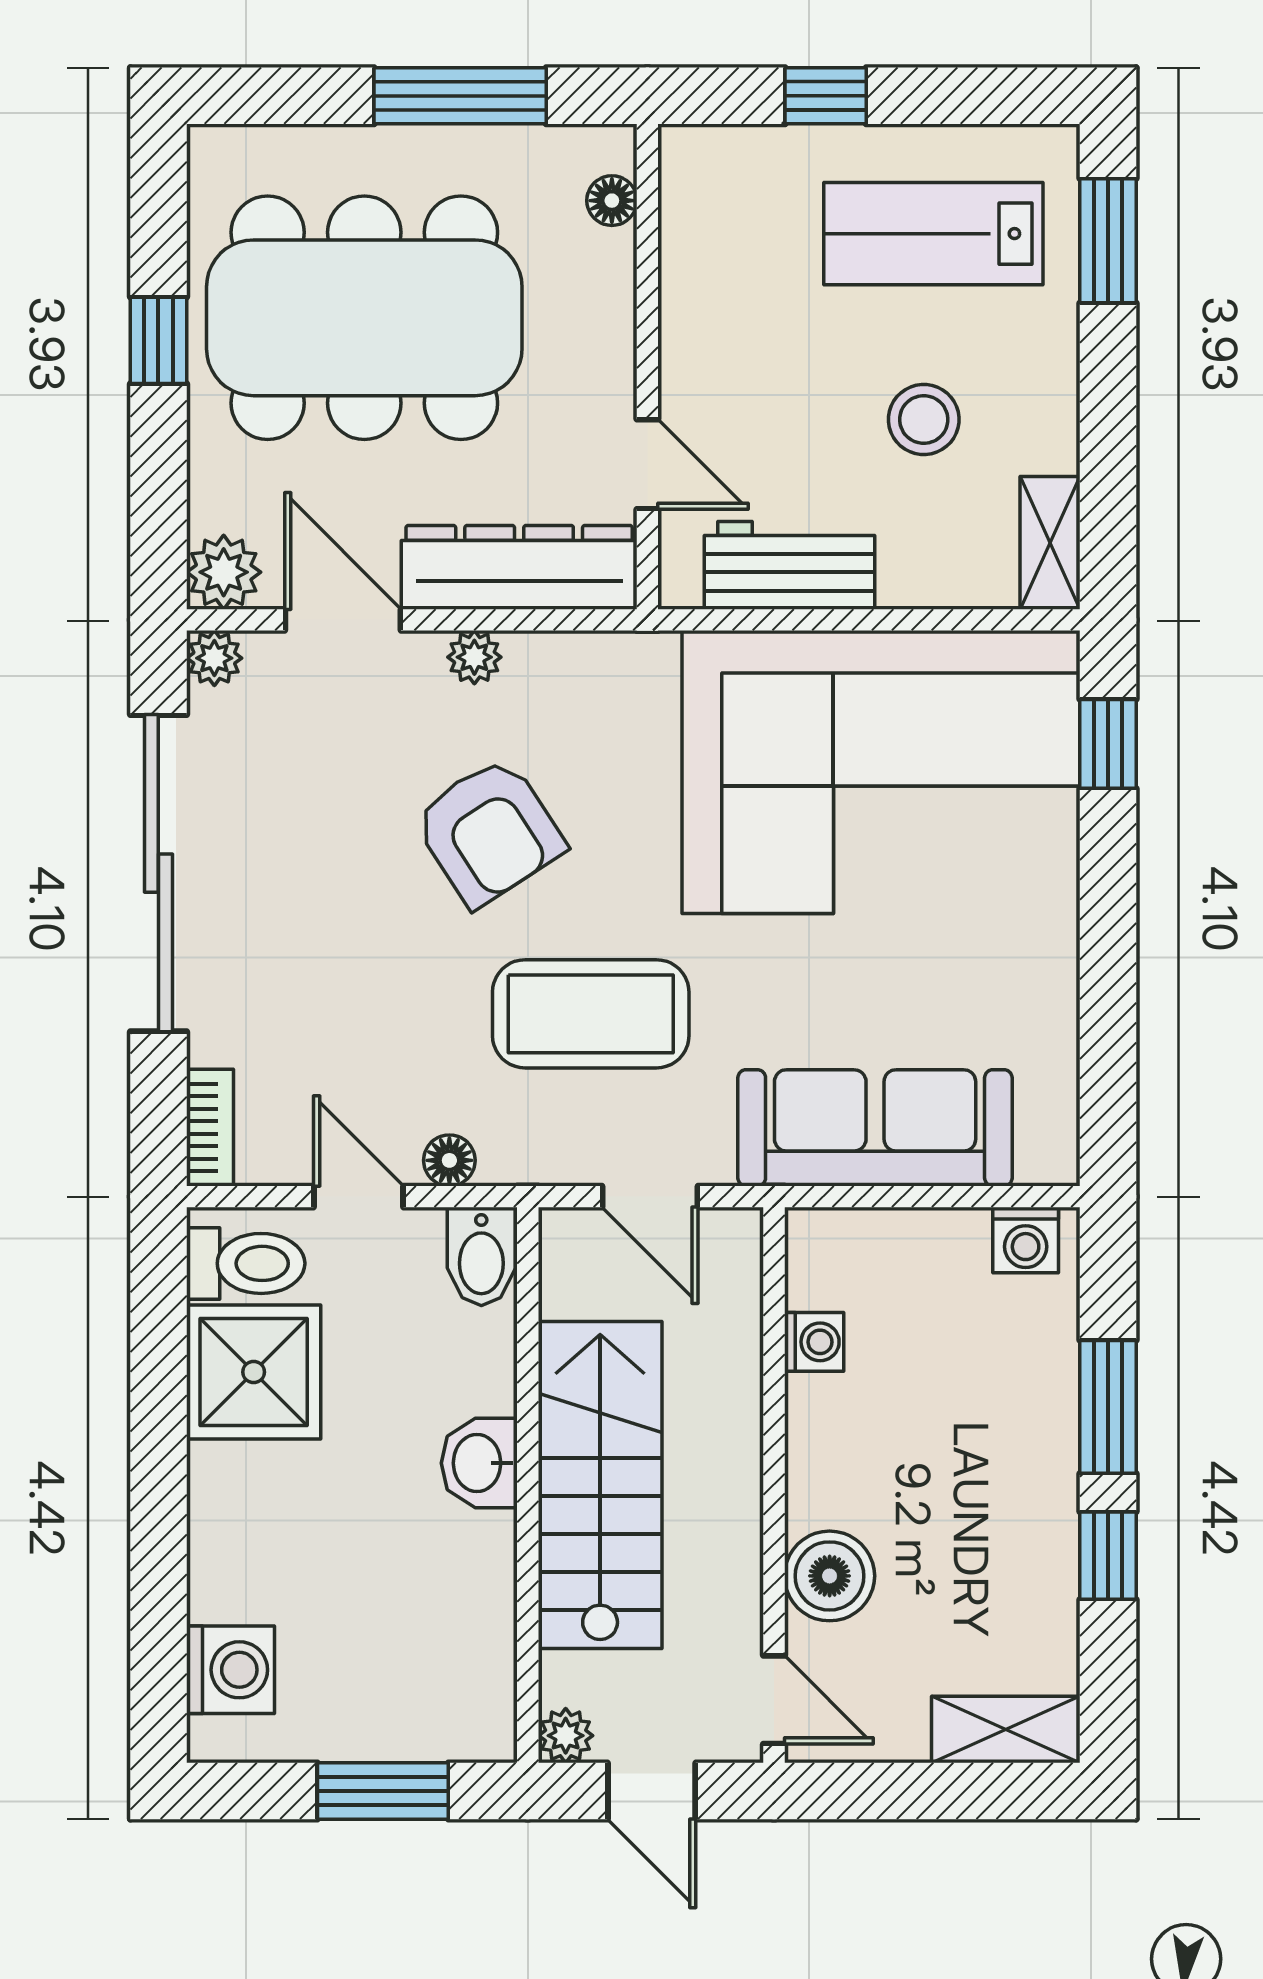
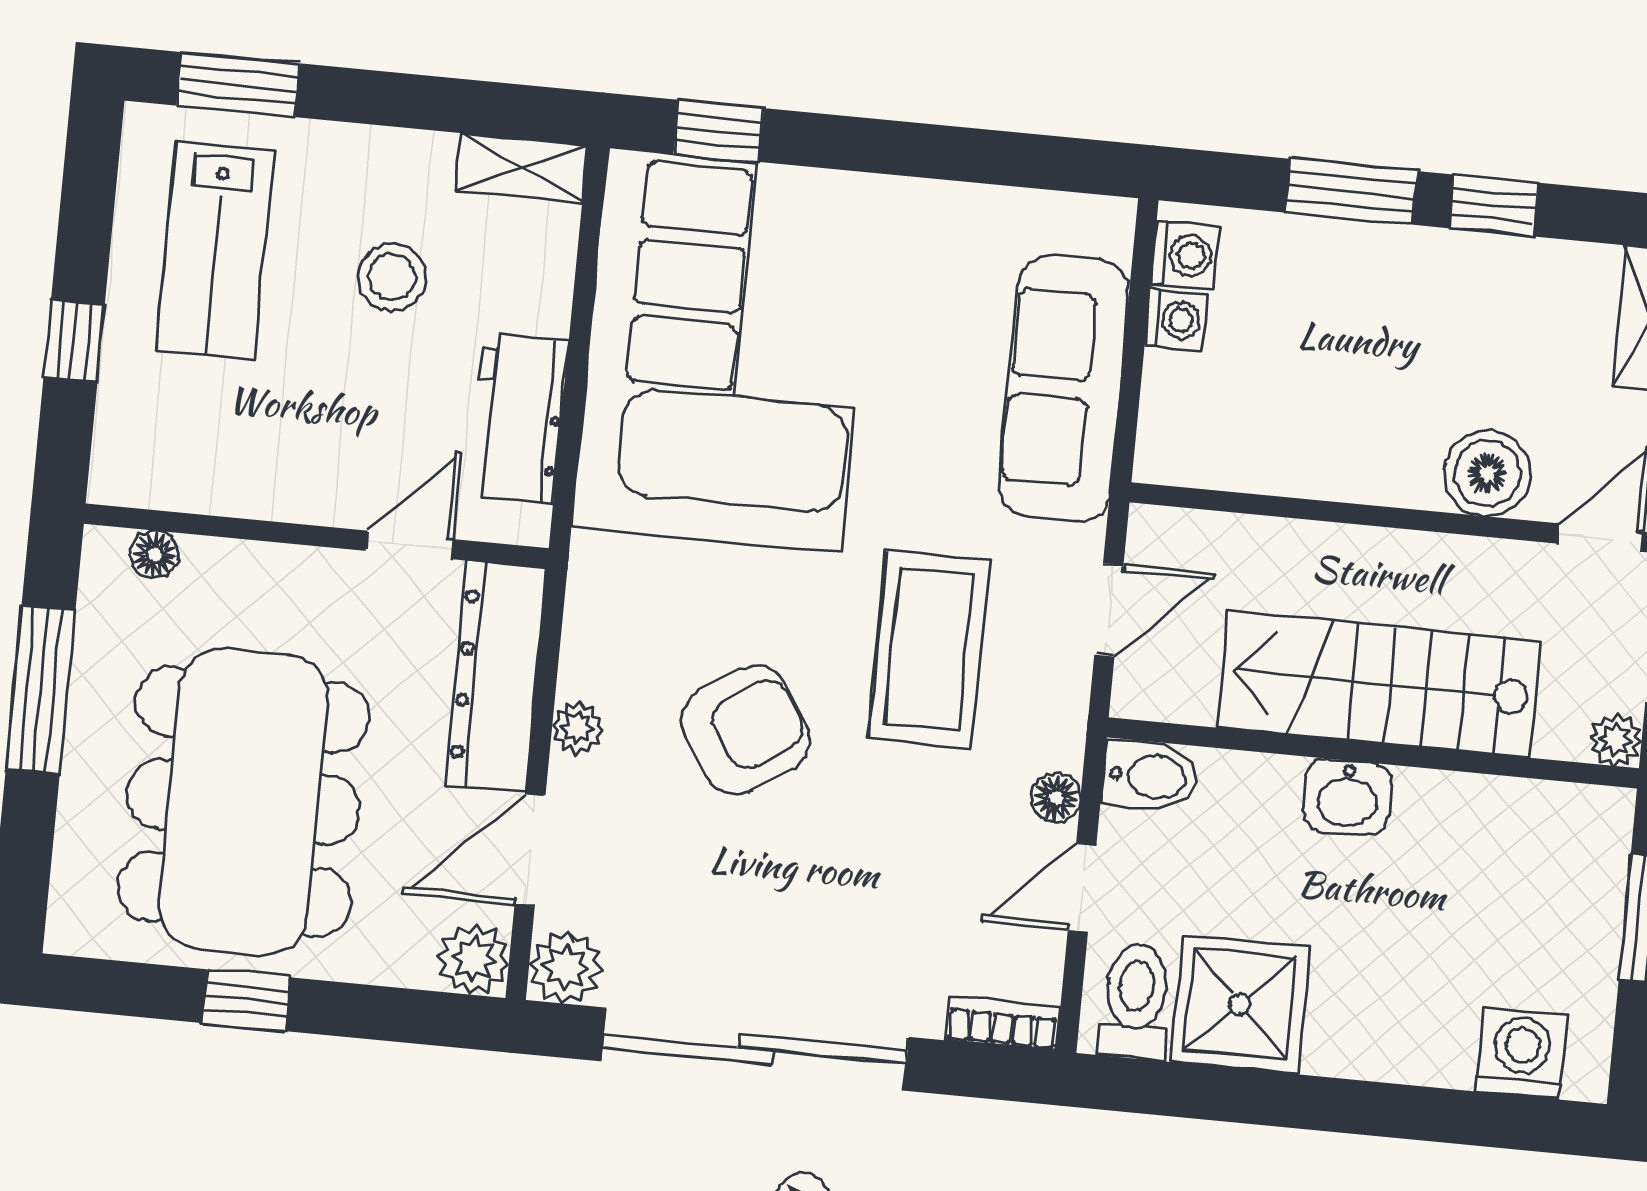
plant: (214, 658) -> (565, 967), width x1.38, depth x1.38
washing machine: (814, 1342) -> (1175, 320), moved, turned 90

